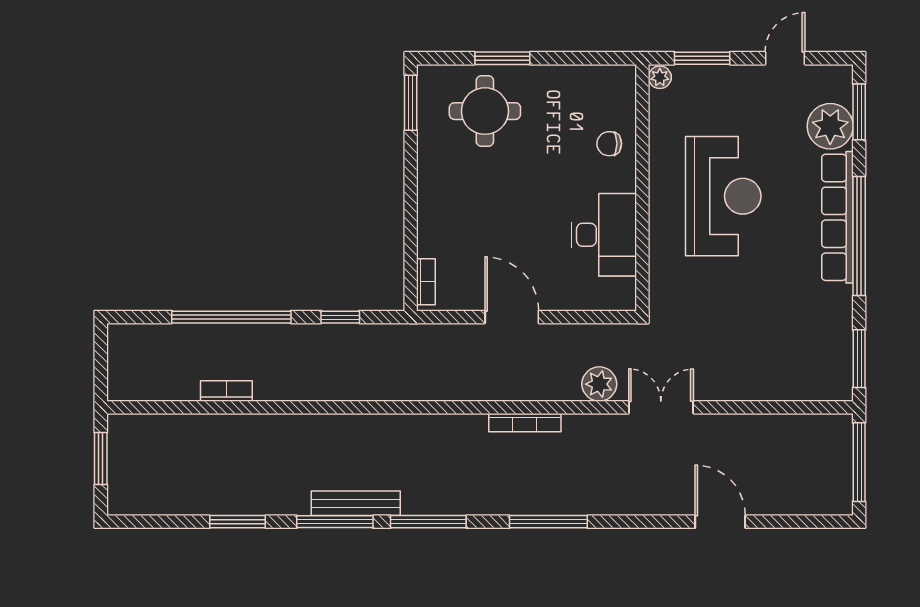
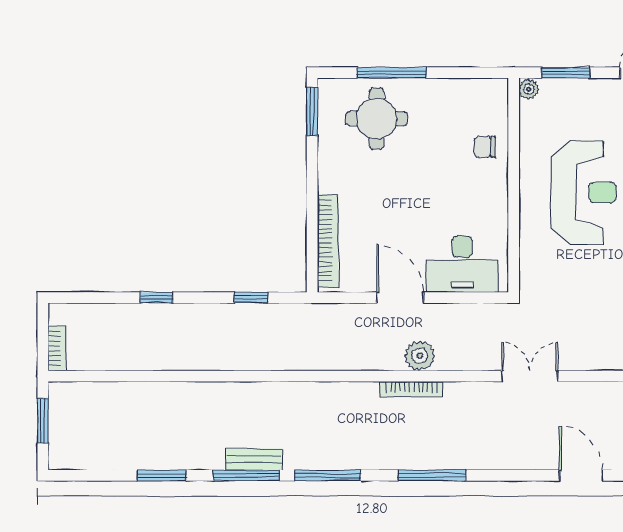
window: (502, 58) -> (392, 73), width x1.44
desk: (604, 235) -> (462, 264), moved, turned 90
bookcase: (426, 282) -> (328, 241), width x2.31, depth x1.31
window: (231, 317) -> (156, 298), width x0.32
plant: (599, 384) -> (420, 356), moved
bookcase: (226, 391) -> (57, 348), moved, turned 90
bench: (356, 503) -> (254, 459), width x0.73

